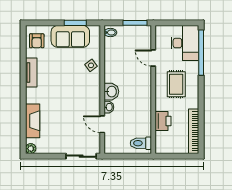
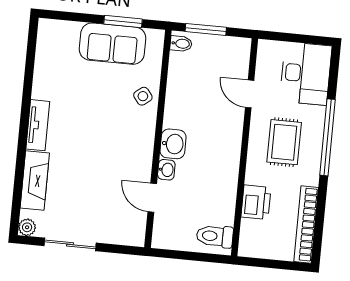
window: (135, 23) -> (206, 29), moved
armchair: (37, 41) -> (55, 46), removed
window: (201, 53) -> (327, 137), moved
tv unit: (31, 72) -> (38, 125), moved
sliding door: (81, 156) -> (70, 244), moved

